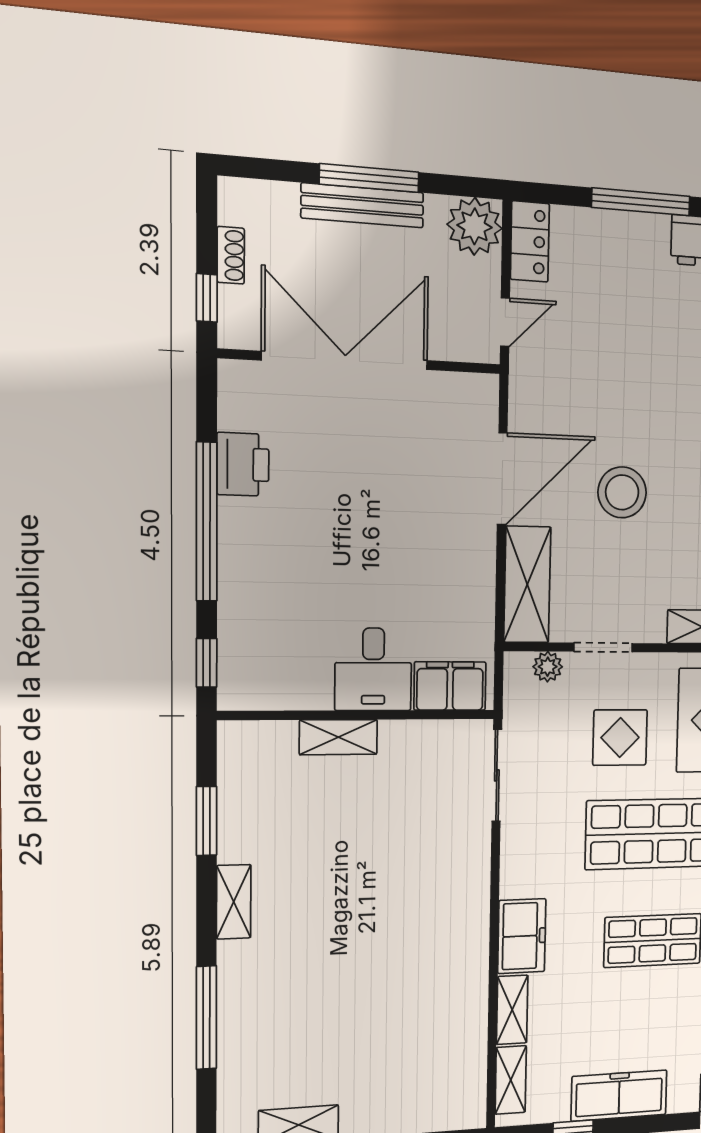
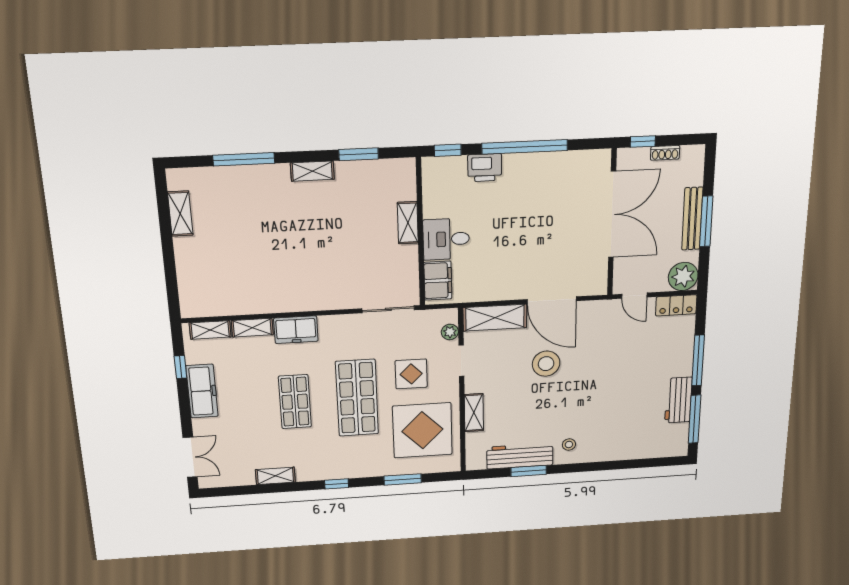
printer: (243, 464) -> (485, 168), moved

